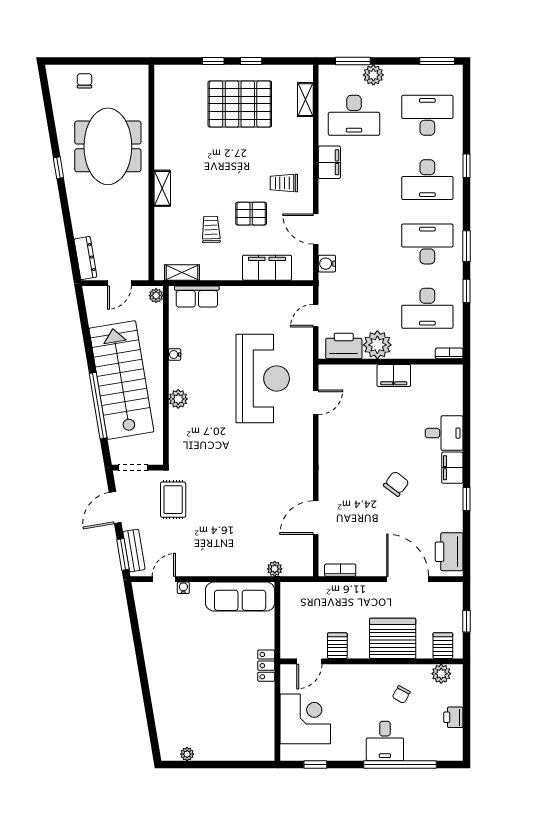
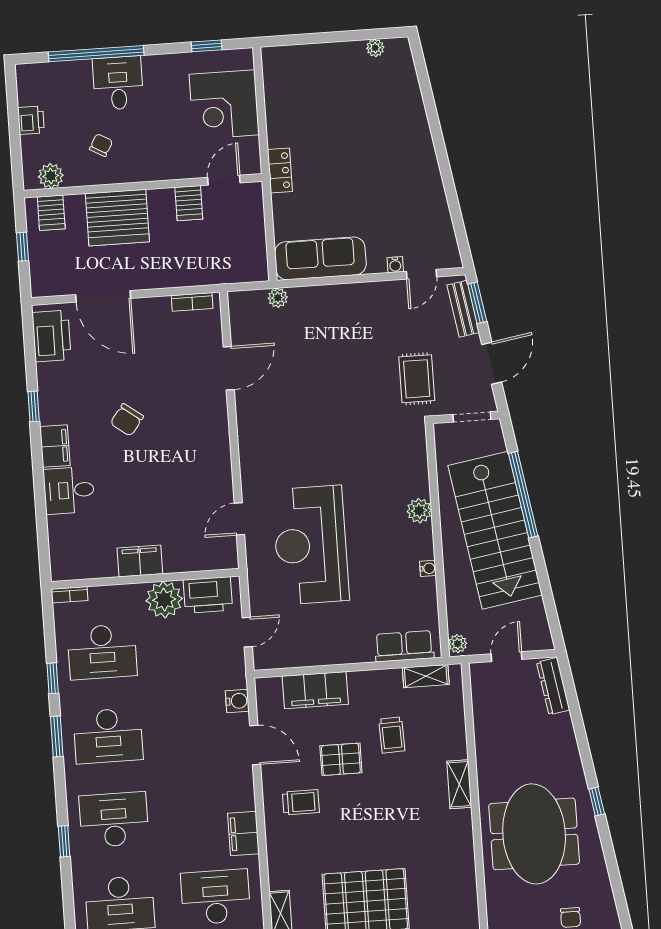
desk: (427, 308) -> (102, 652), turned 180

